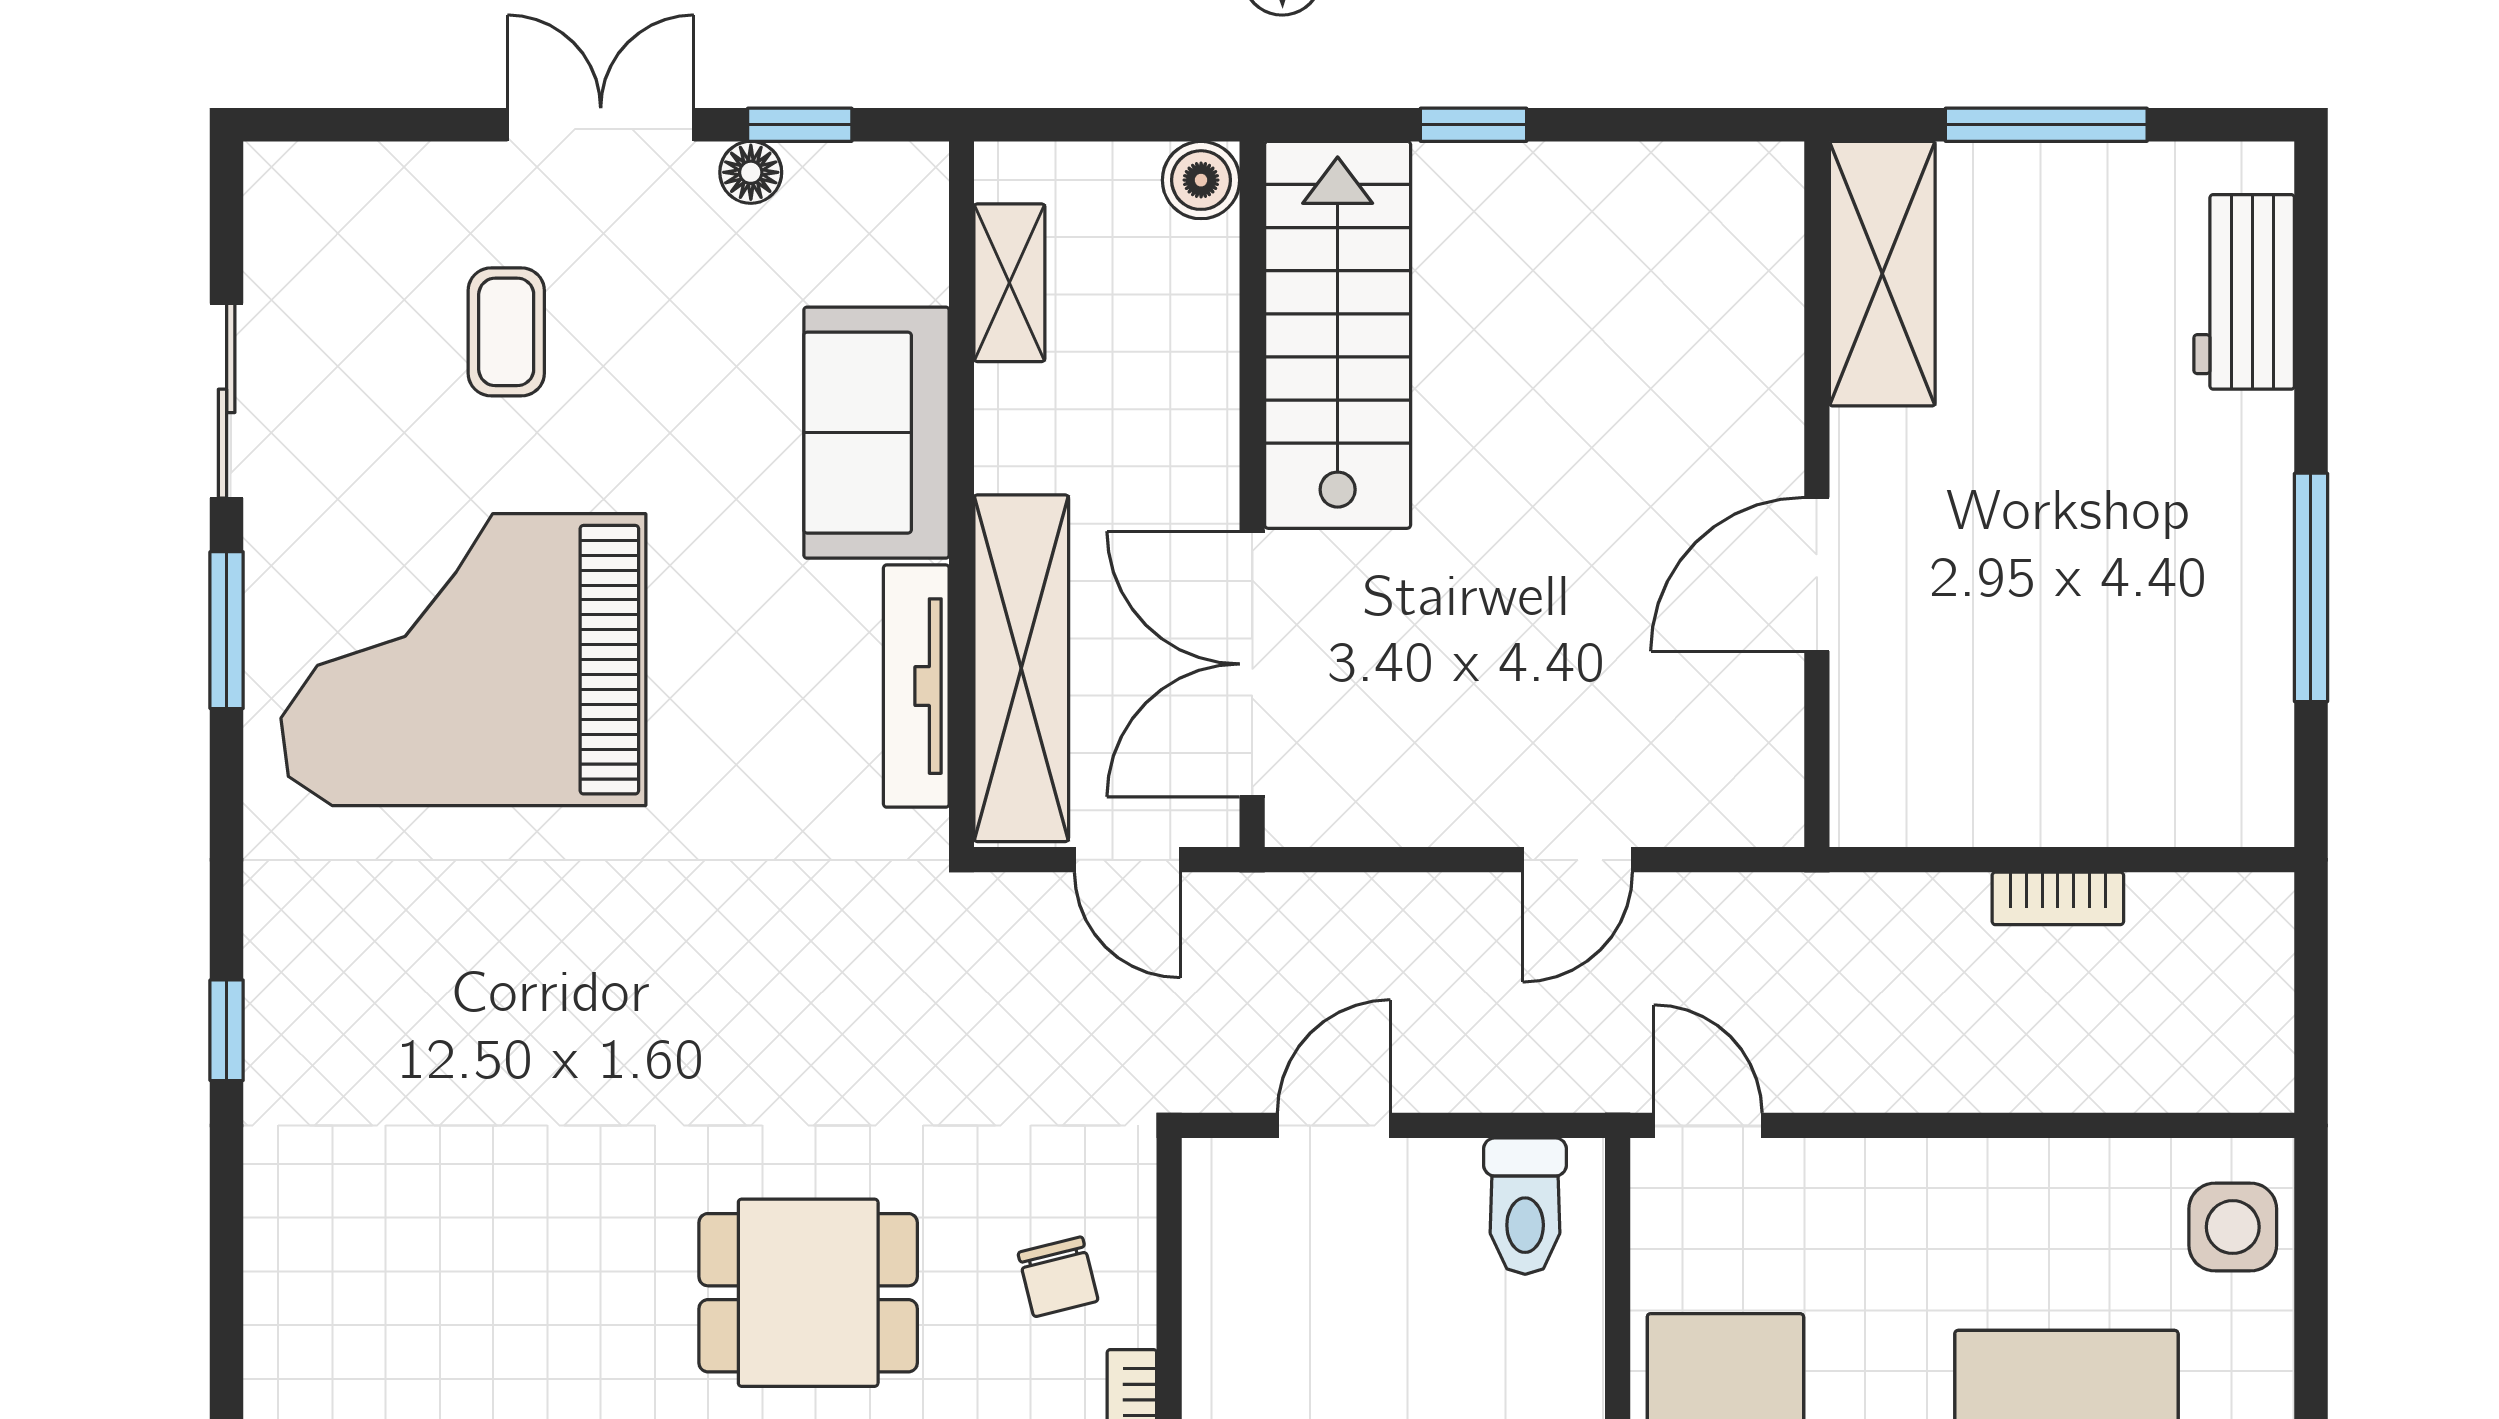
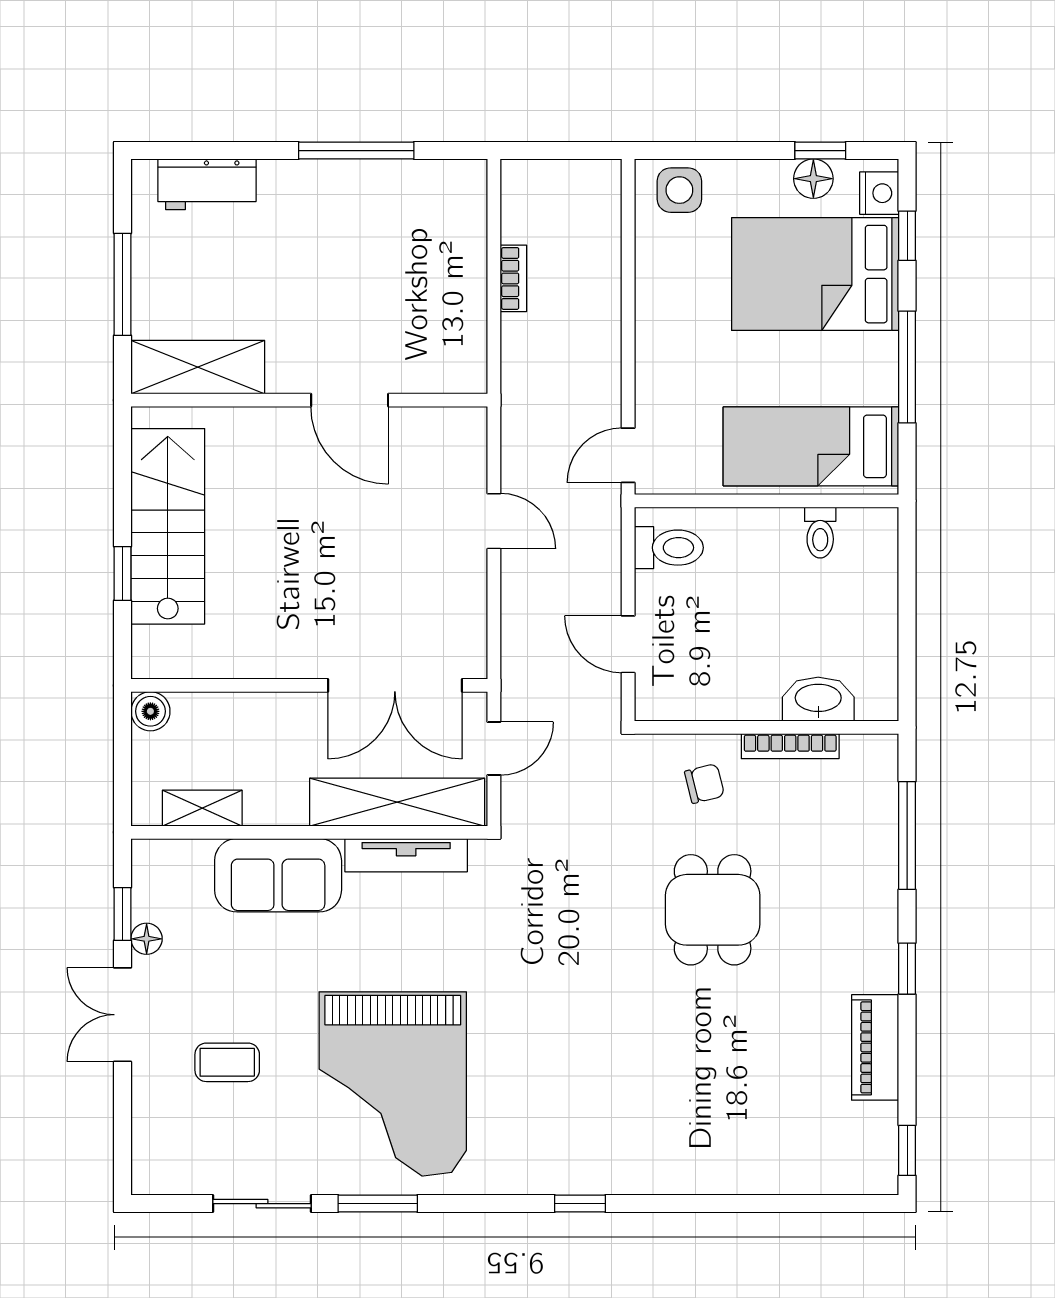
stairs: (1338, 335) -> (168, 526), moved, turned 90

